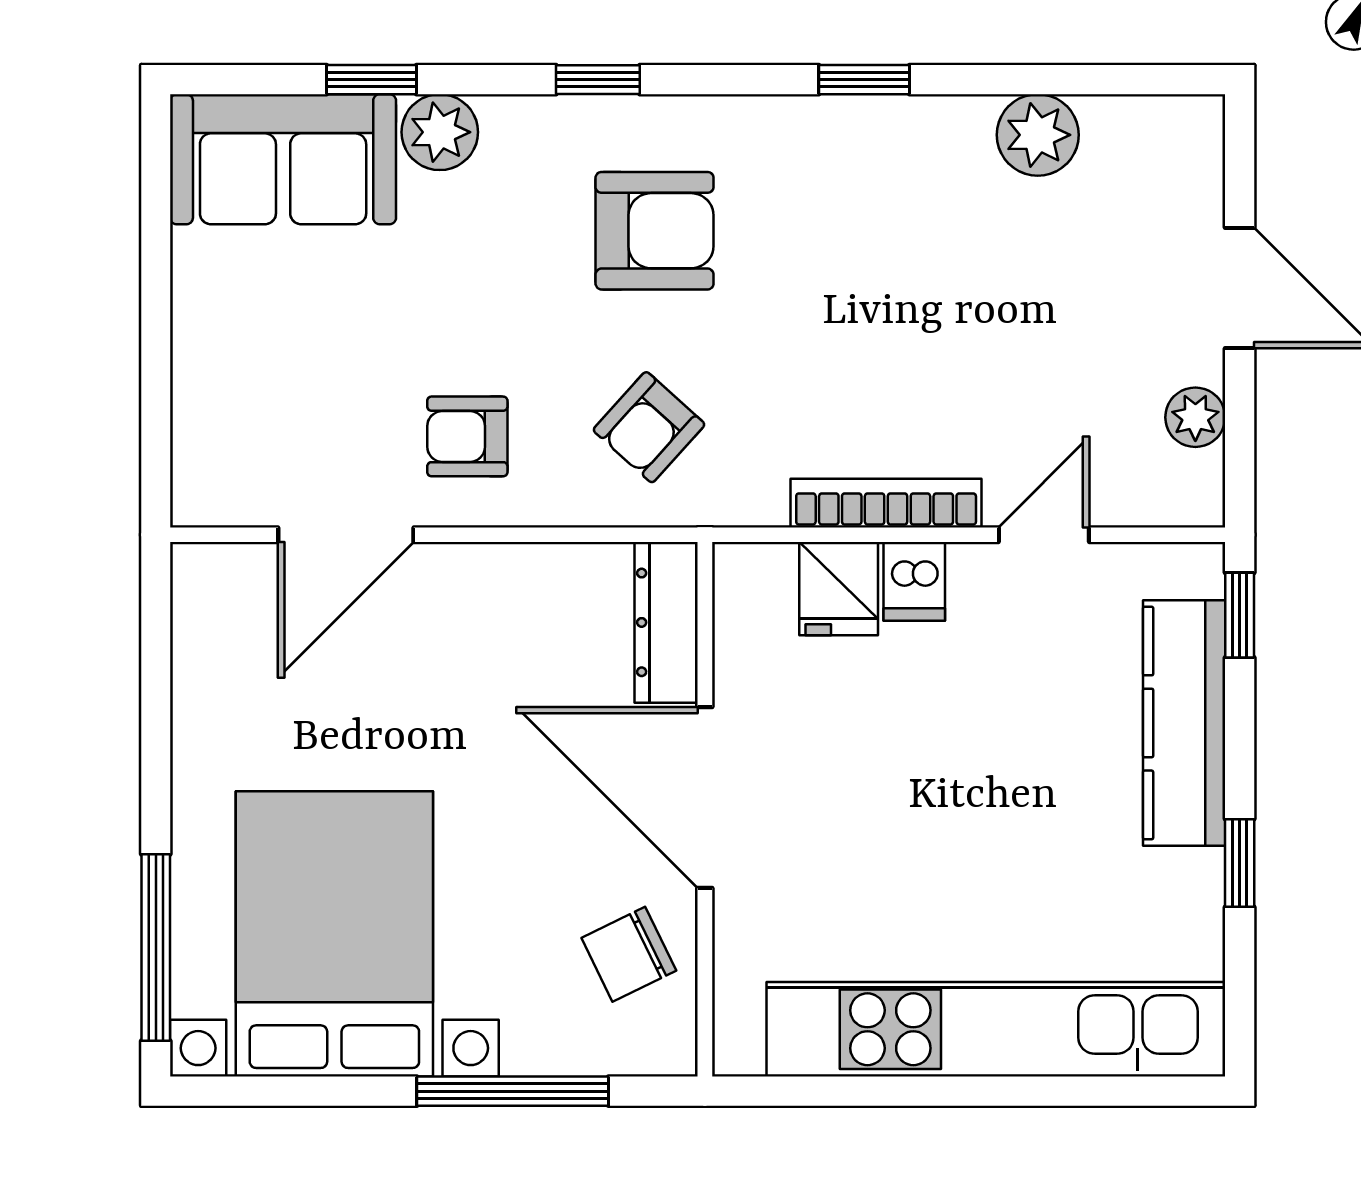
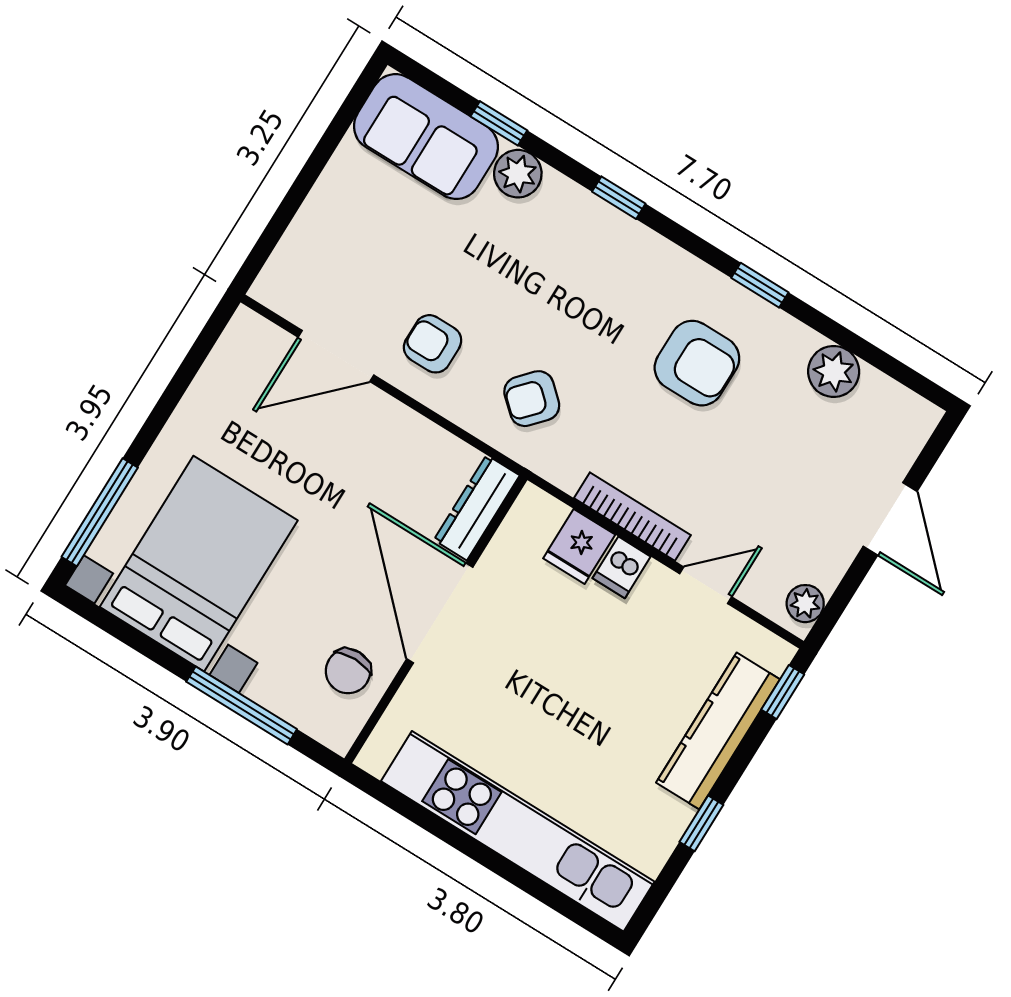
armchair: (655, 231) -> (697, 363), moved
plant: (1195, 417) -> (805, 604), moved
chair: (629, 954) -> (348, 671), turned -64

